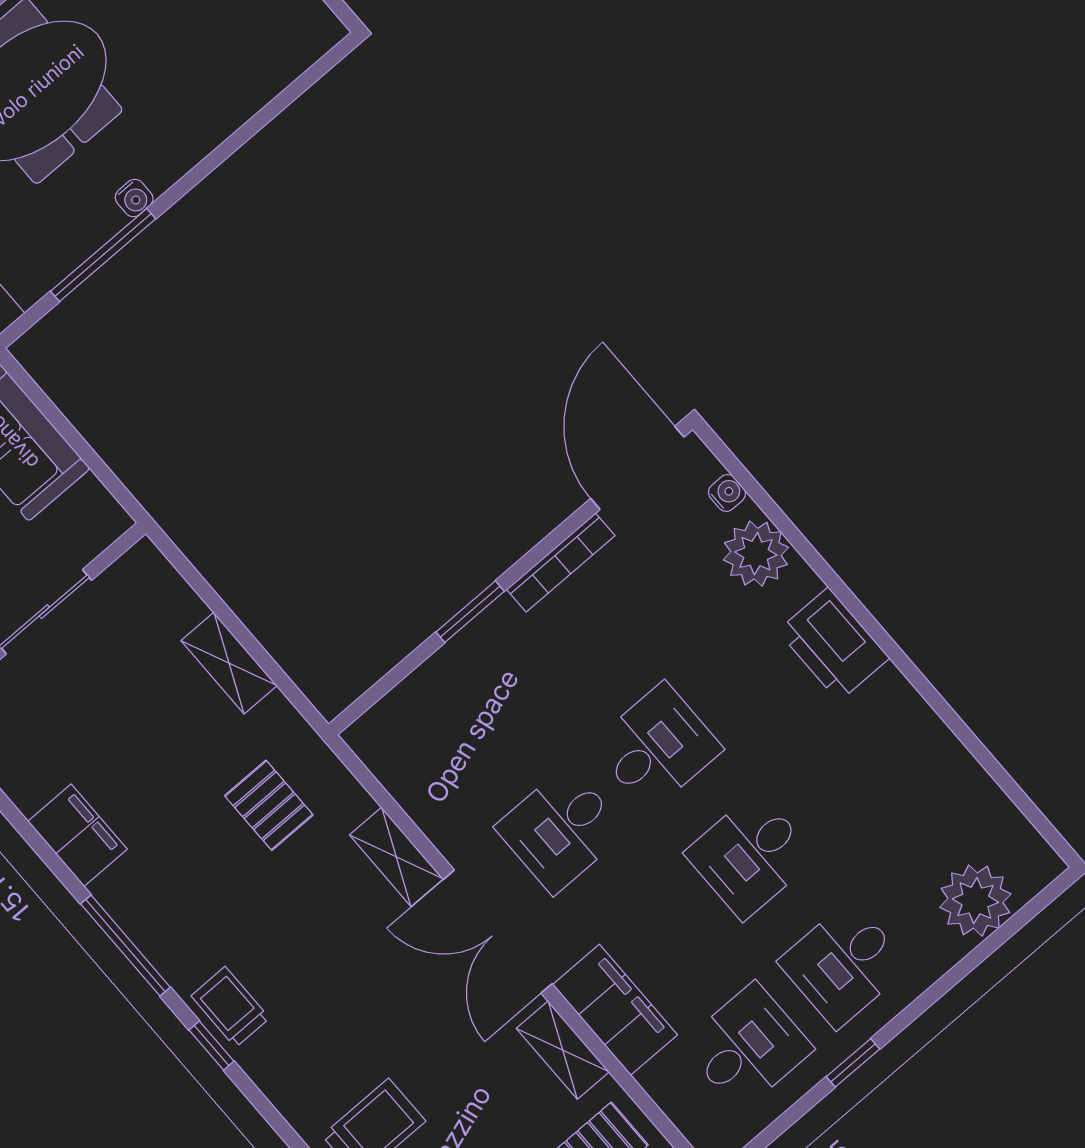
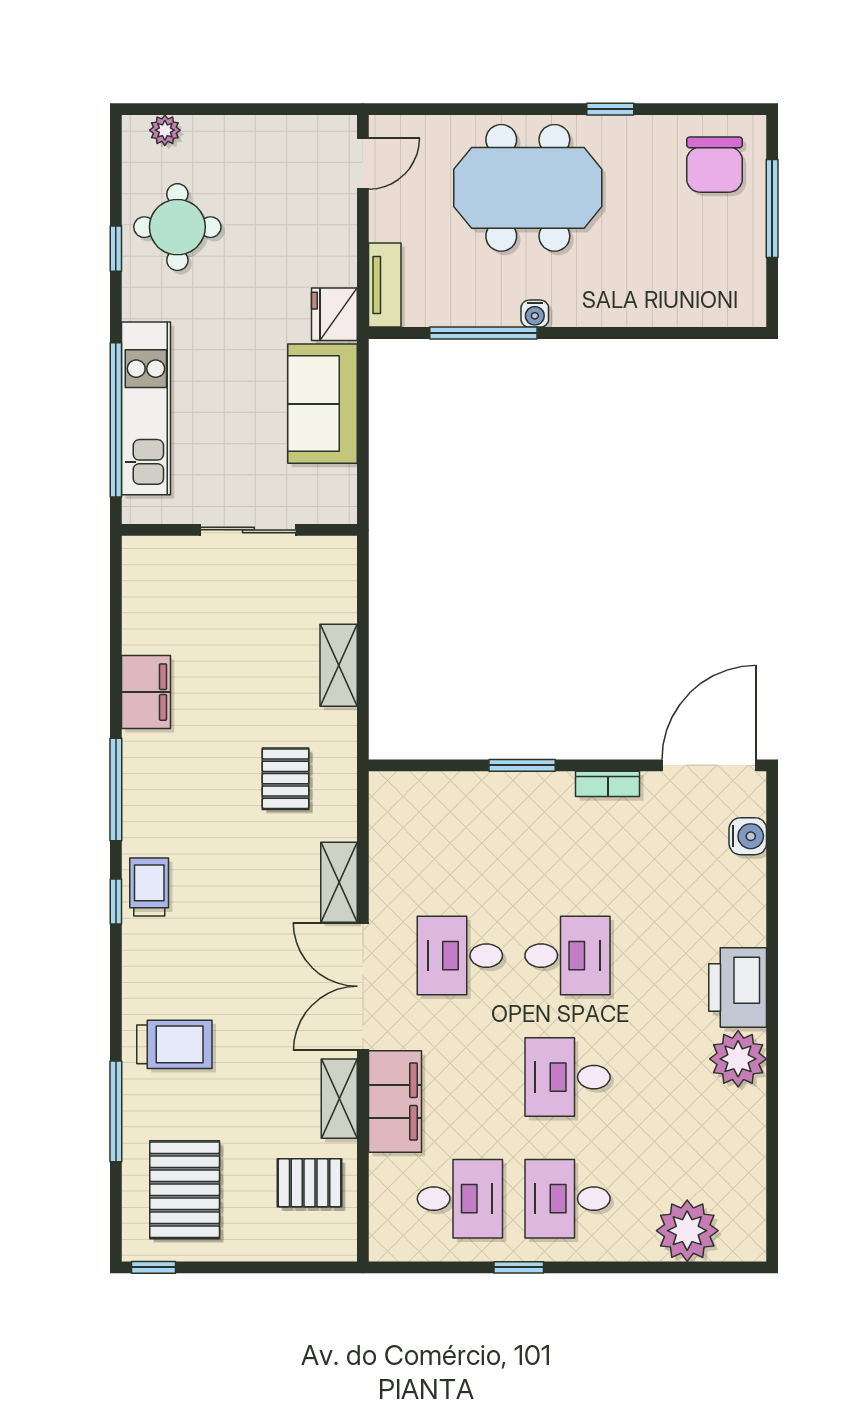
water cooler: (727, 493) -> (748, 836), width x1.38, depth x1.38
plant: (756, 554) -> (738, 1059), moved
bookcase: (561, 563) -> (608, 784), width x0.64

